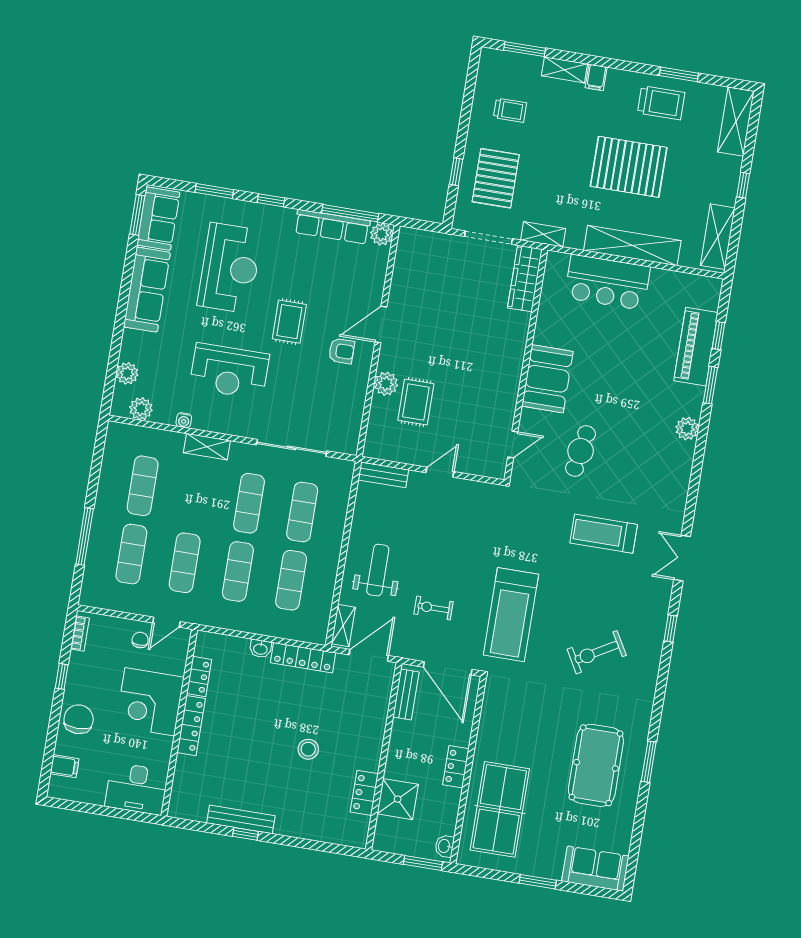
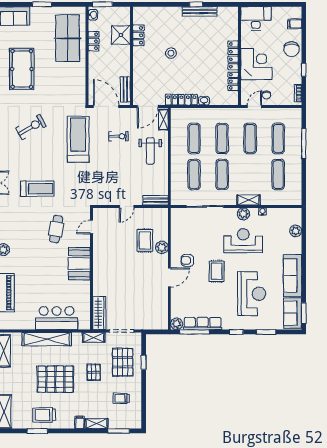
pallet: (554, 168) -> (94, 372), added
reception desk: (230, 268) -> (252, 294), turned 180
plant: (141, 409) -> (243, 214), moved
locker: (456, 767) -> (94, 41), moved

